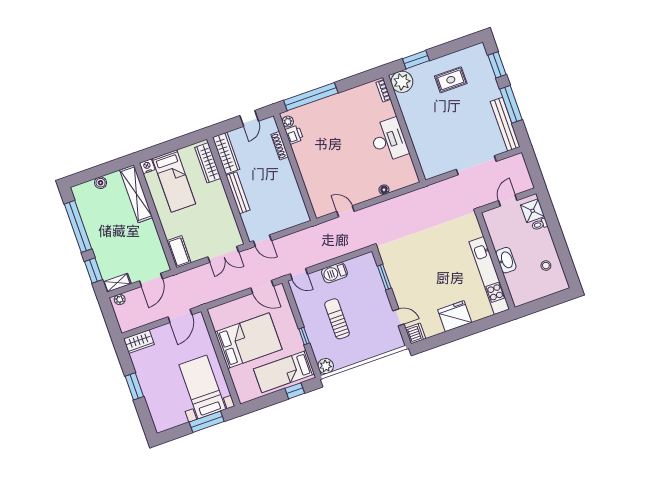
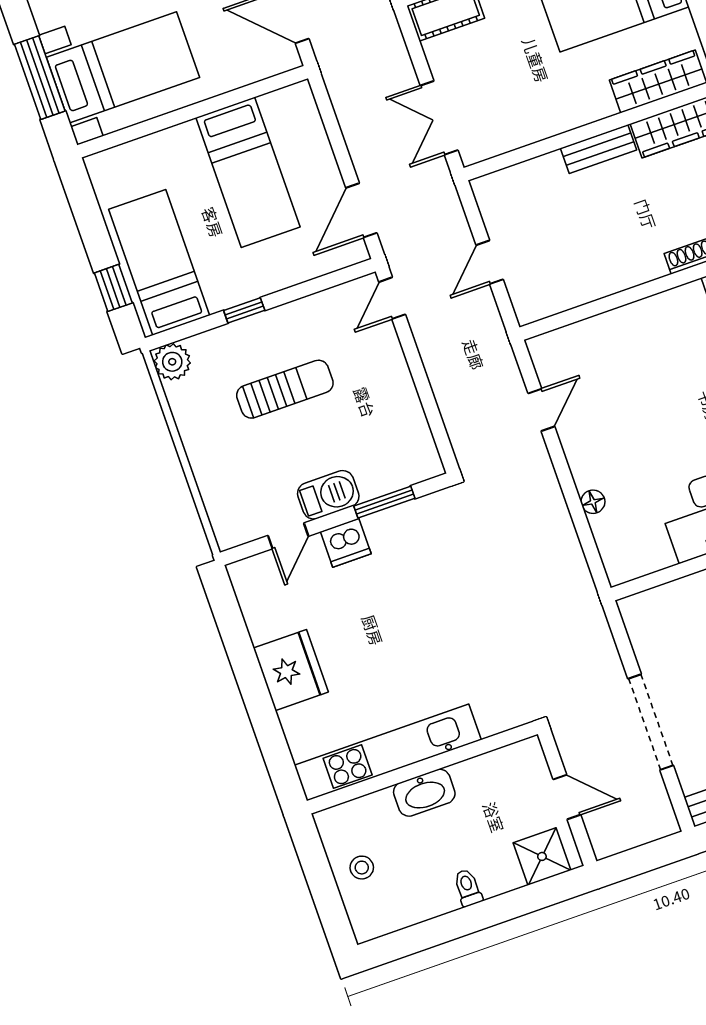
bench: (238, 193) -> (599, 149), width x0.73
toilet: (540, 224) -> (468, 888), moved
door: (262, 241) -> (490, 262), moved
stool: (546, 266) -> (362, 868), moved
barbecue: (334, 273) -> (328, 495), moved, turned 90
dishwasher: (415, 334) -> (346, 543), moved
bed: (248, 341) -> (248, 172), width x0.67

